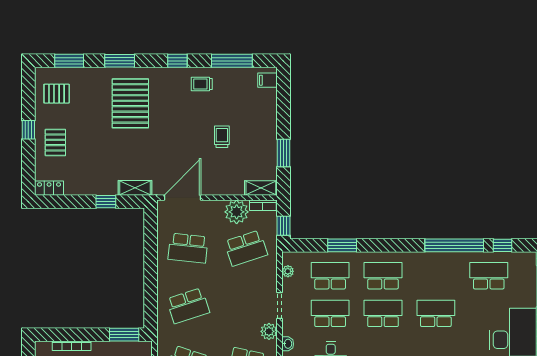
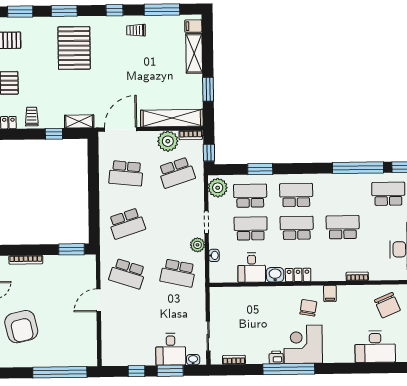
shelving: (268, 112) -> (194, 53), added
trolley: (222, 137) -> (32, 117), moved
shelving: (261, 188) -> (172, 118), width x2.20, depth x1.33
plant: (288, 271) -> (218, 188), width x1.88, depth x1.88

